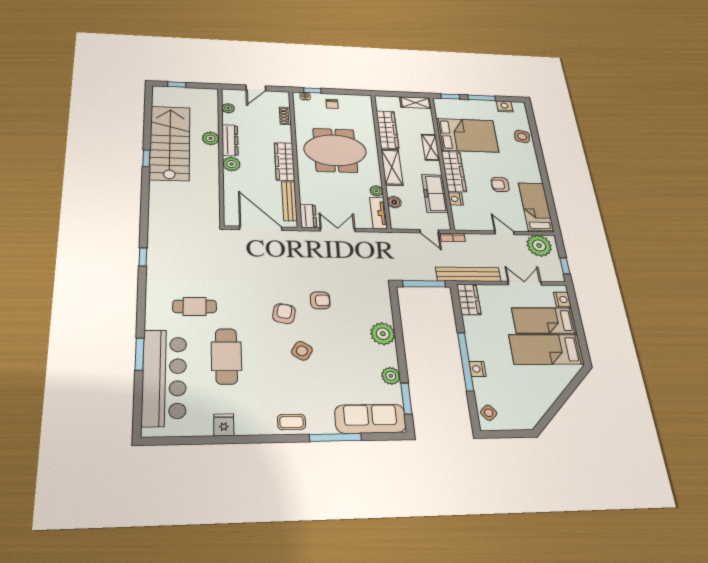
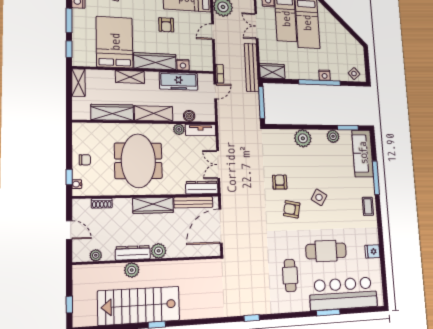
dresser: (308, 216) -> (202, 188), width x1.44

